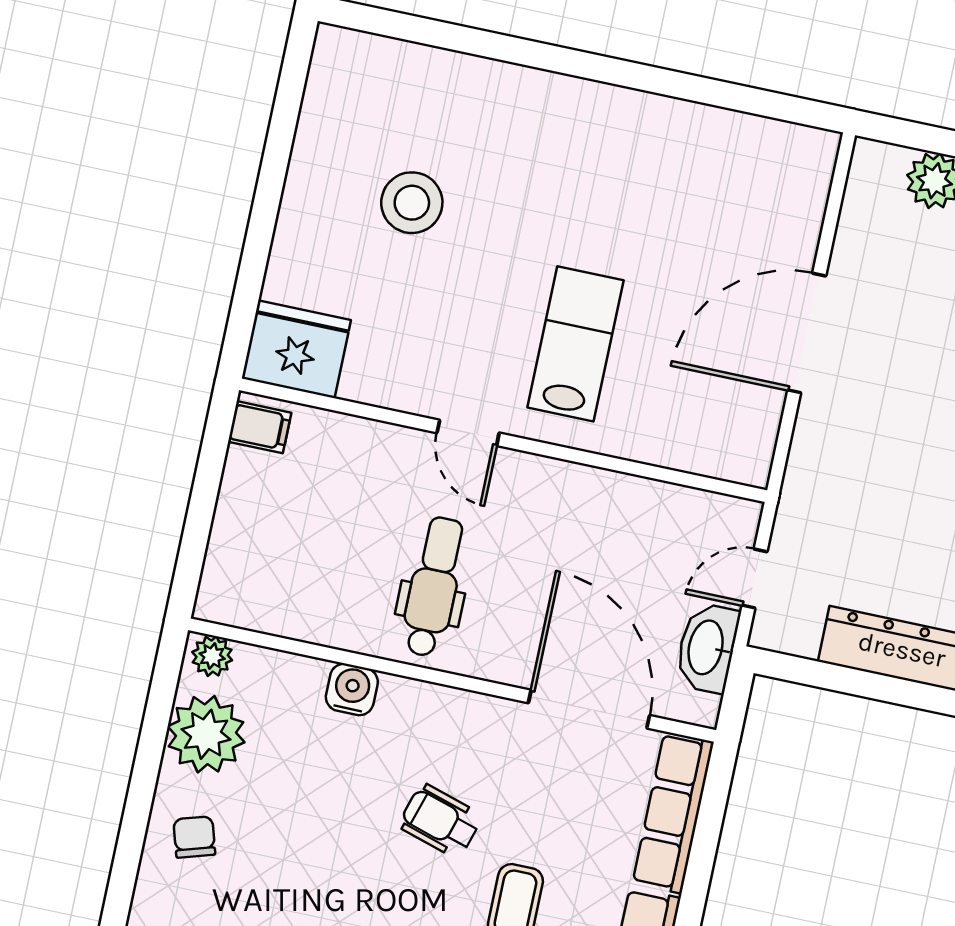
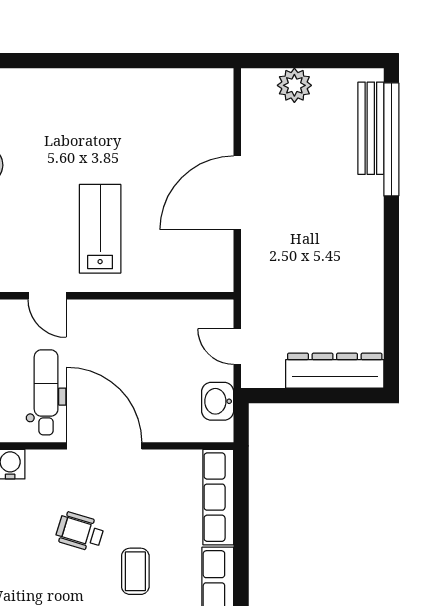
door: (755, 578) -> (237, 346), hinge flipped
washbasin: (707, 648) -> (218, 401), width x0.72
door: (589, 709) -> (104, 446), moved

